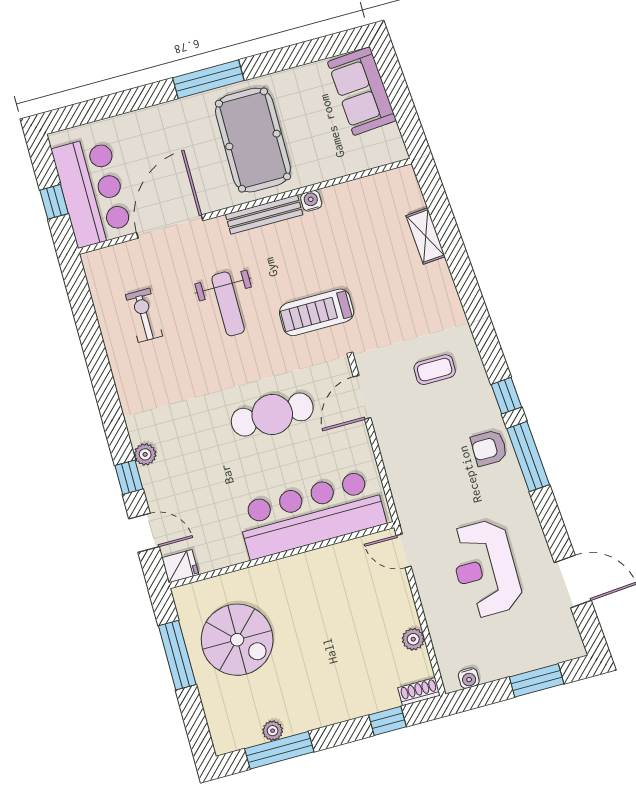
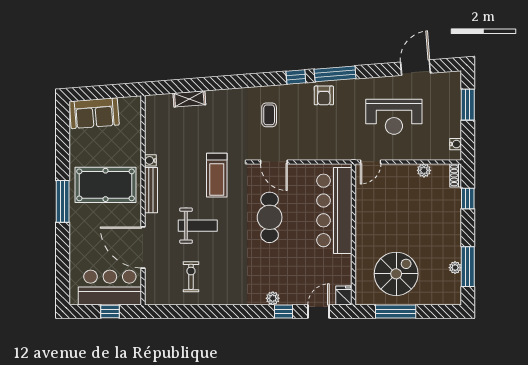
exercise bike: (144, 315) -> (191, 277), turned 90

